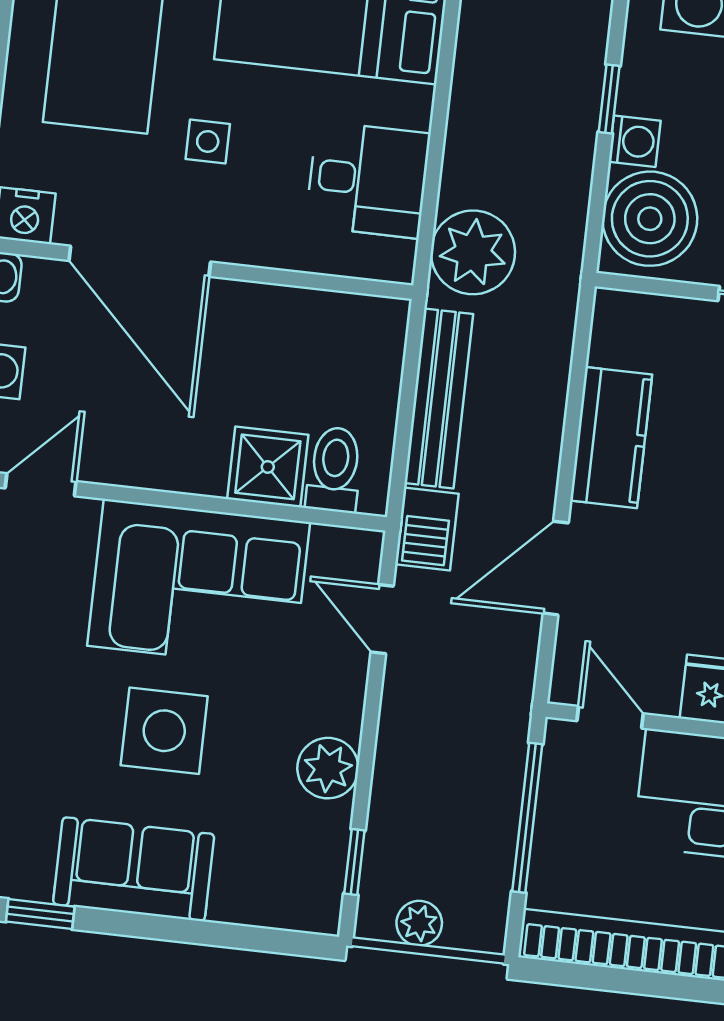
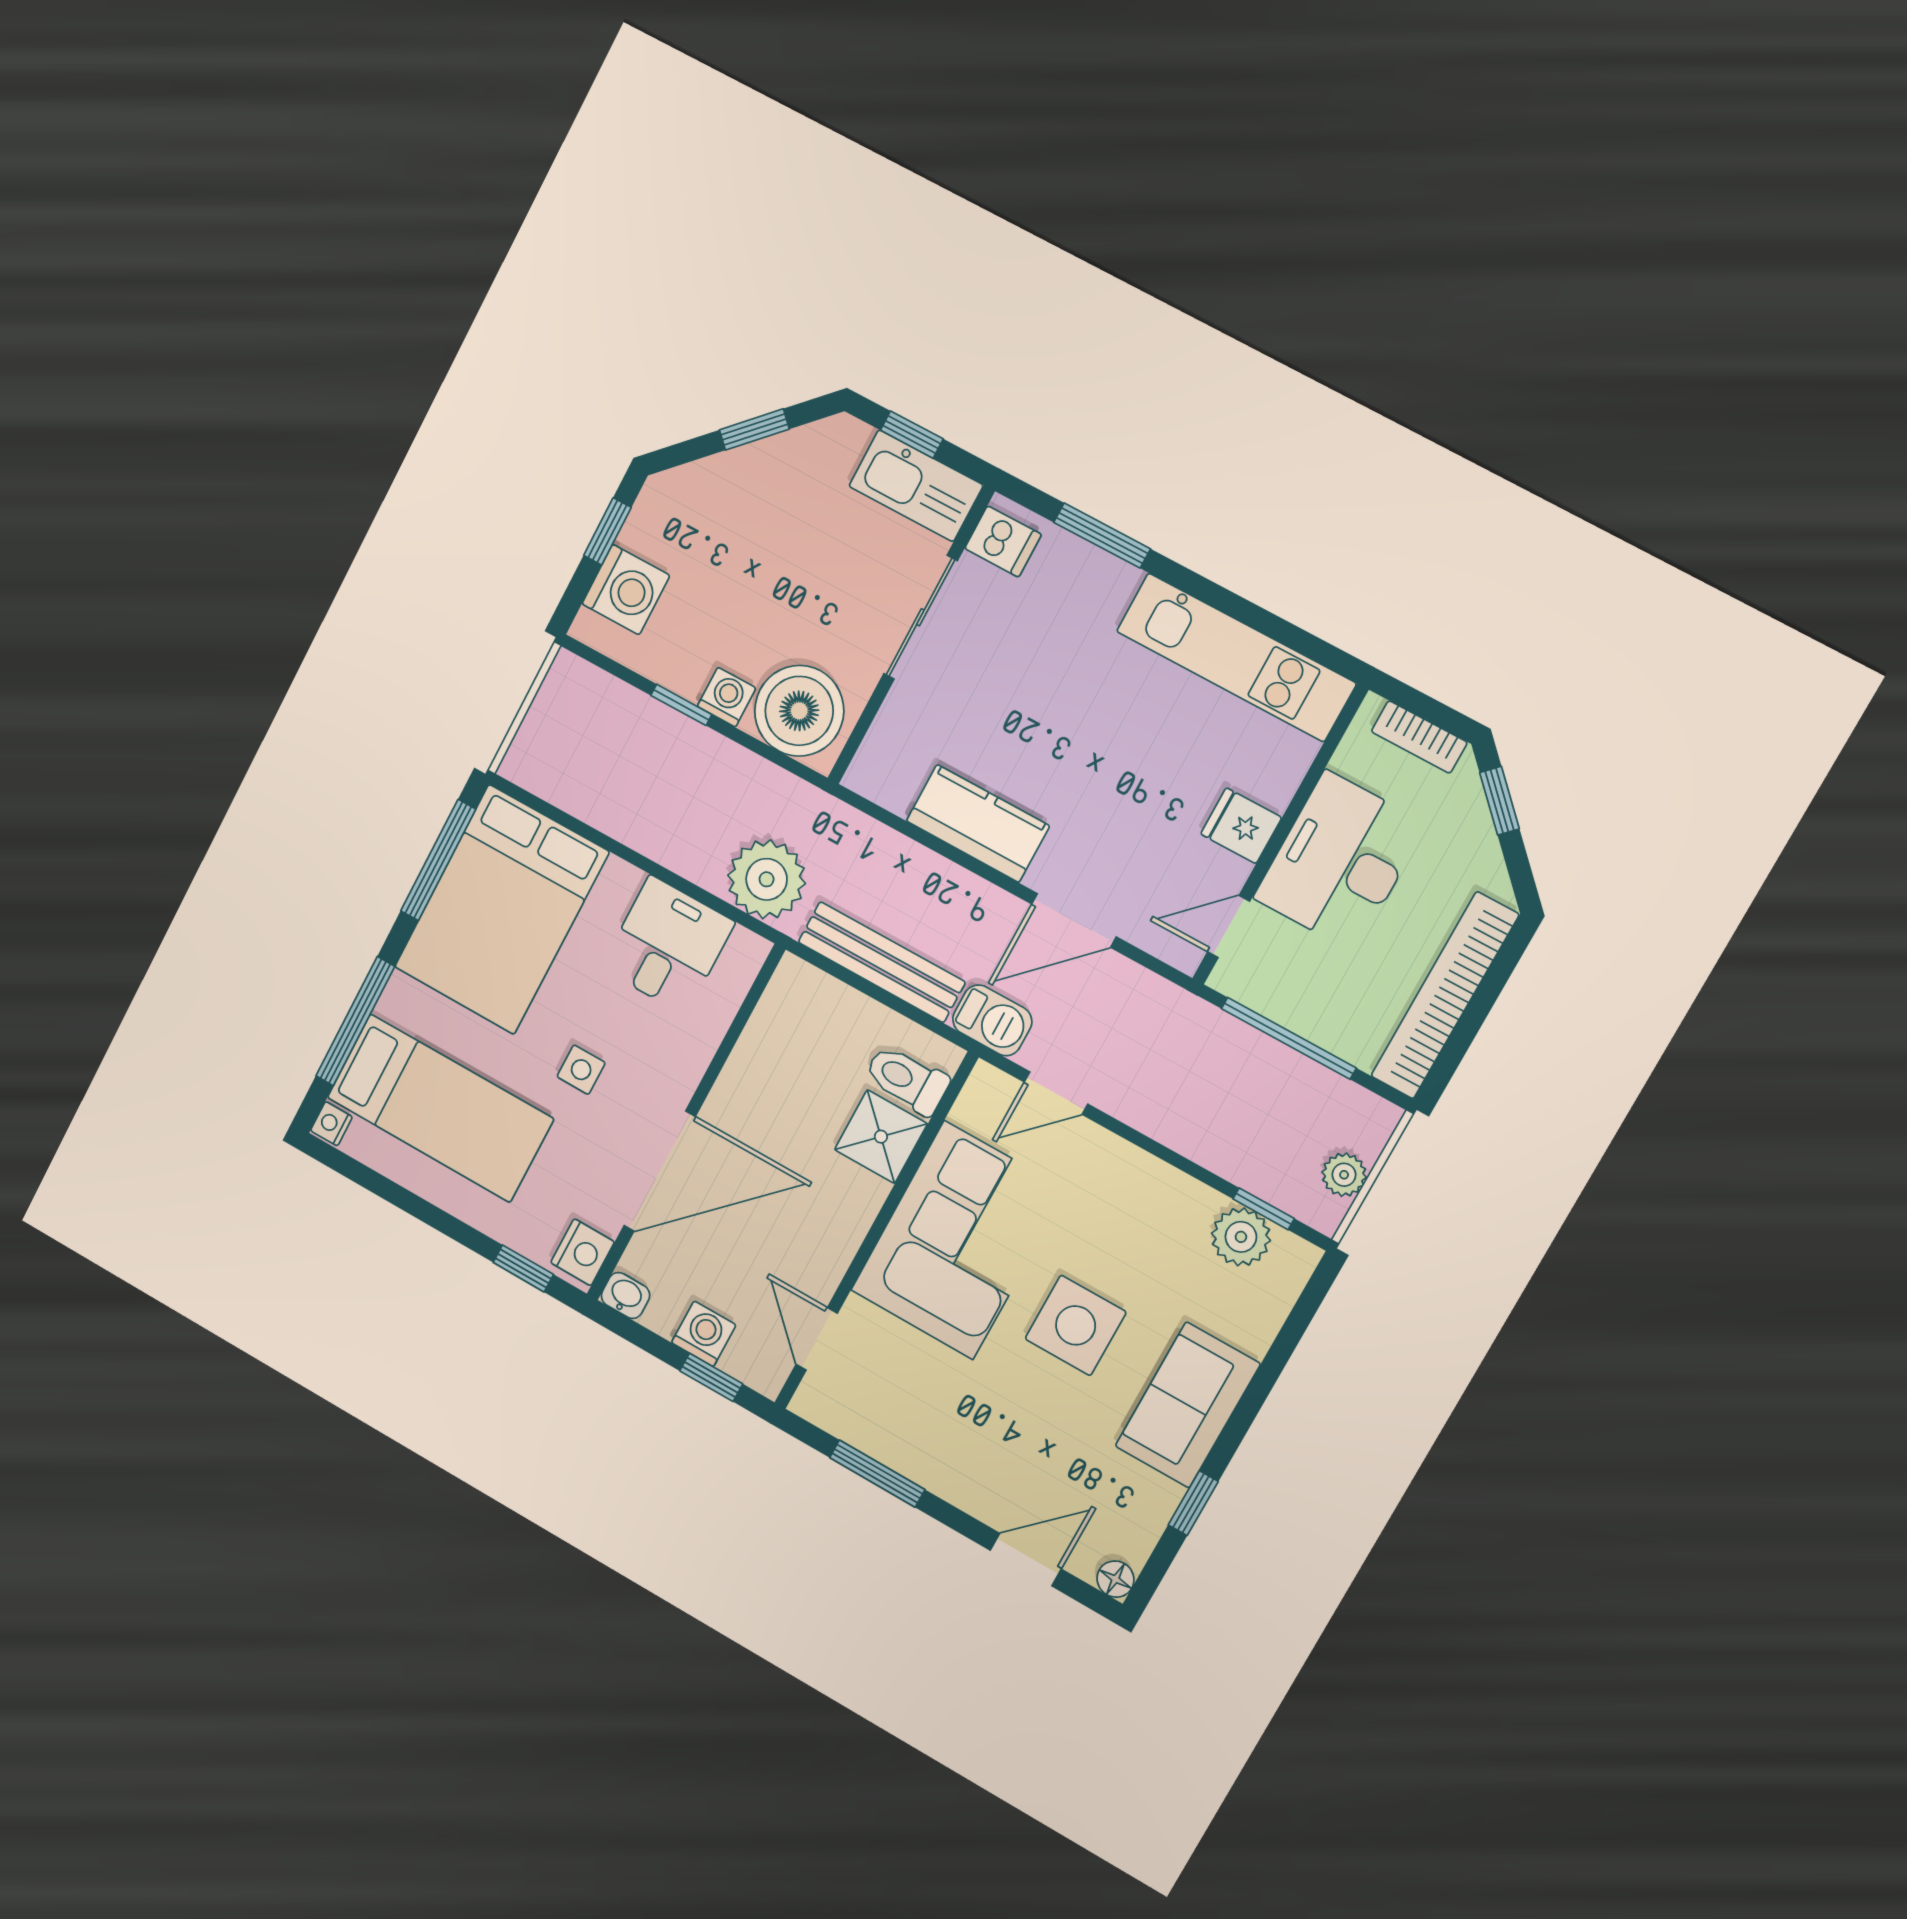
door: (556, 568) -> (1074, 920), hinge flipped
plant: (328, 768) -> (1241, 1237), moved

